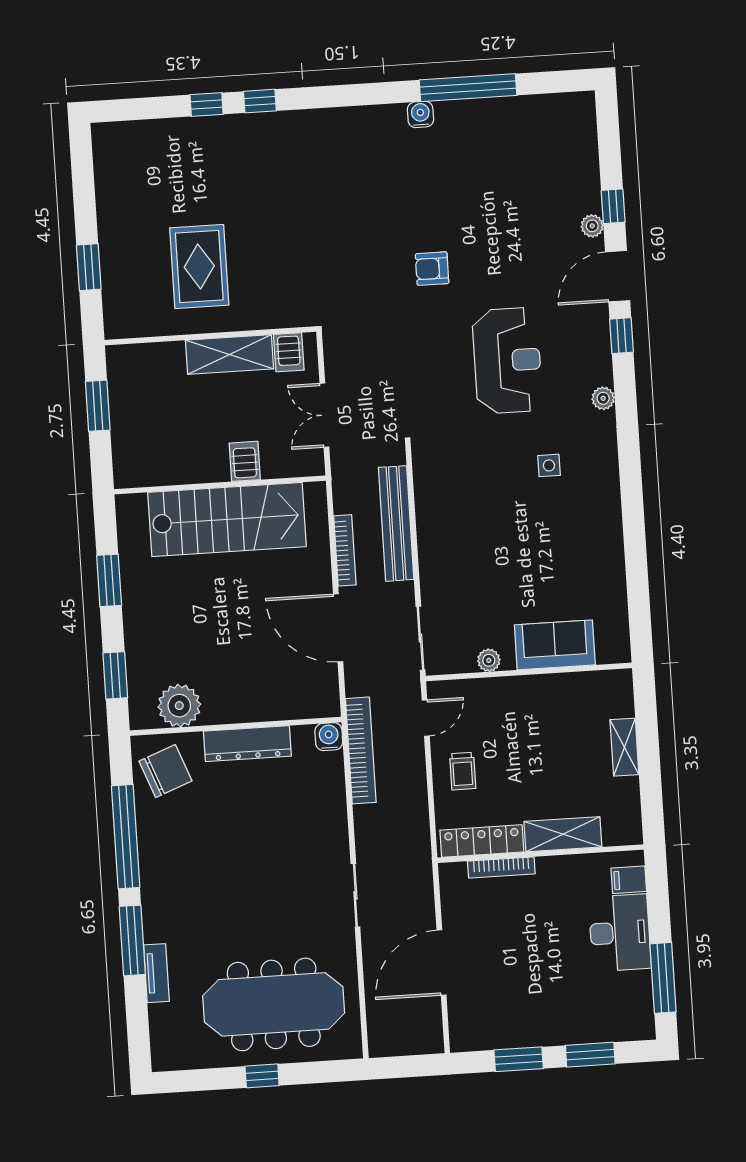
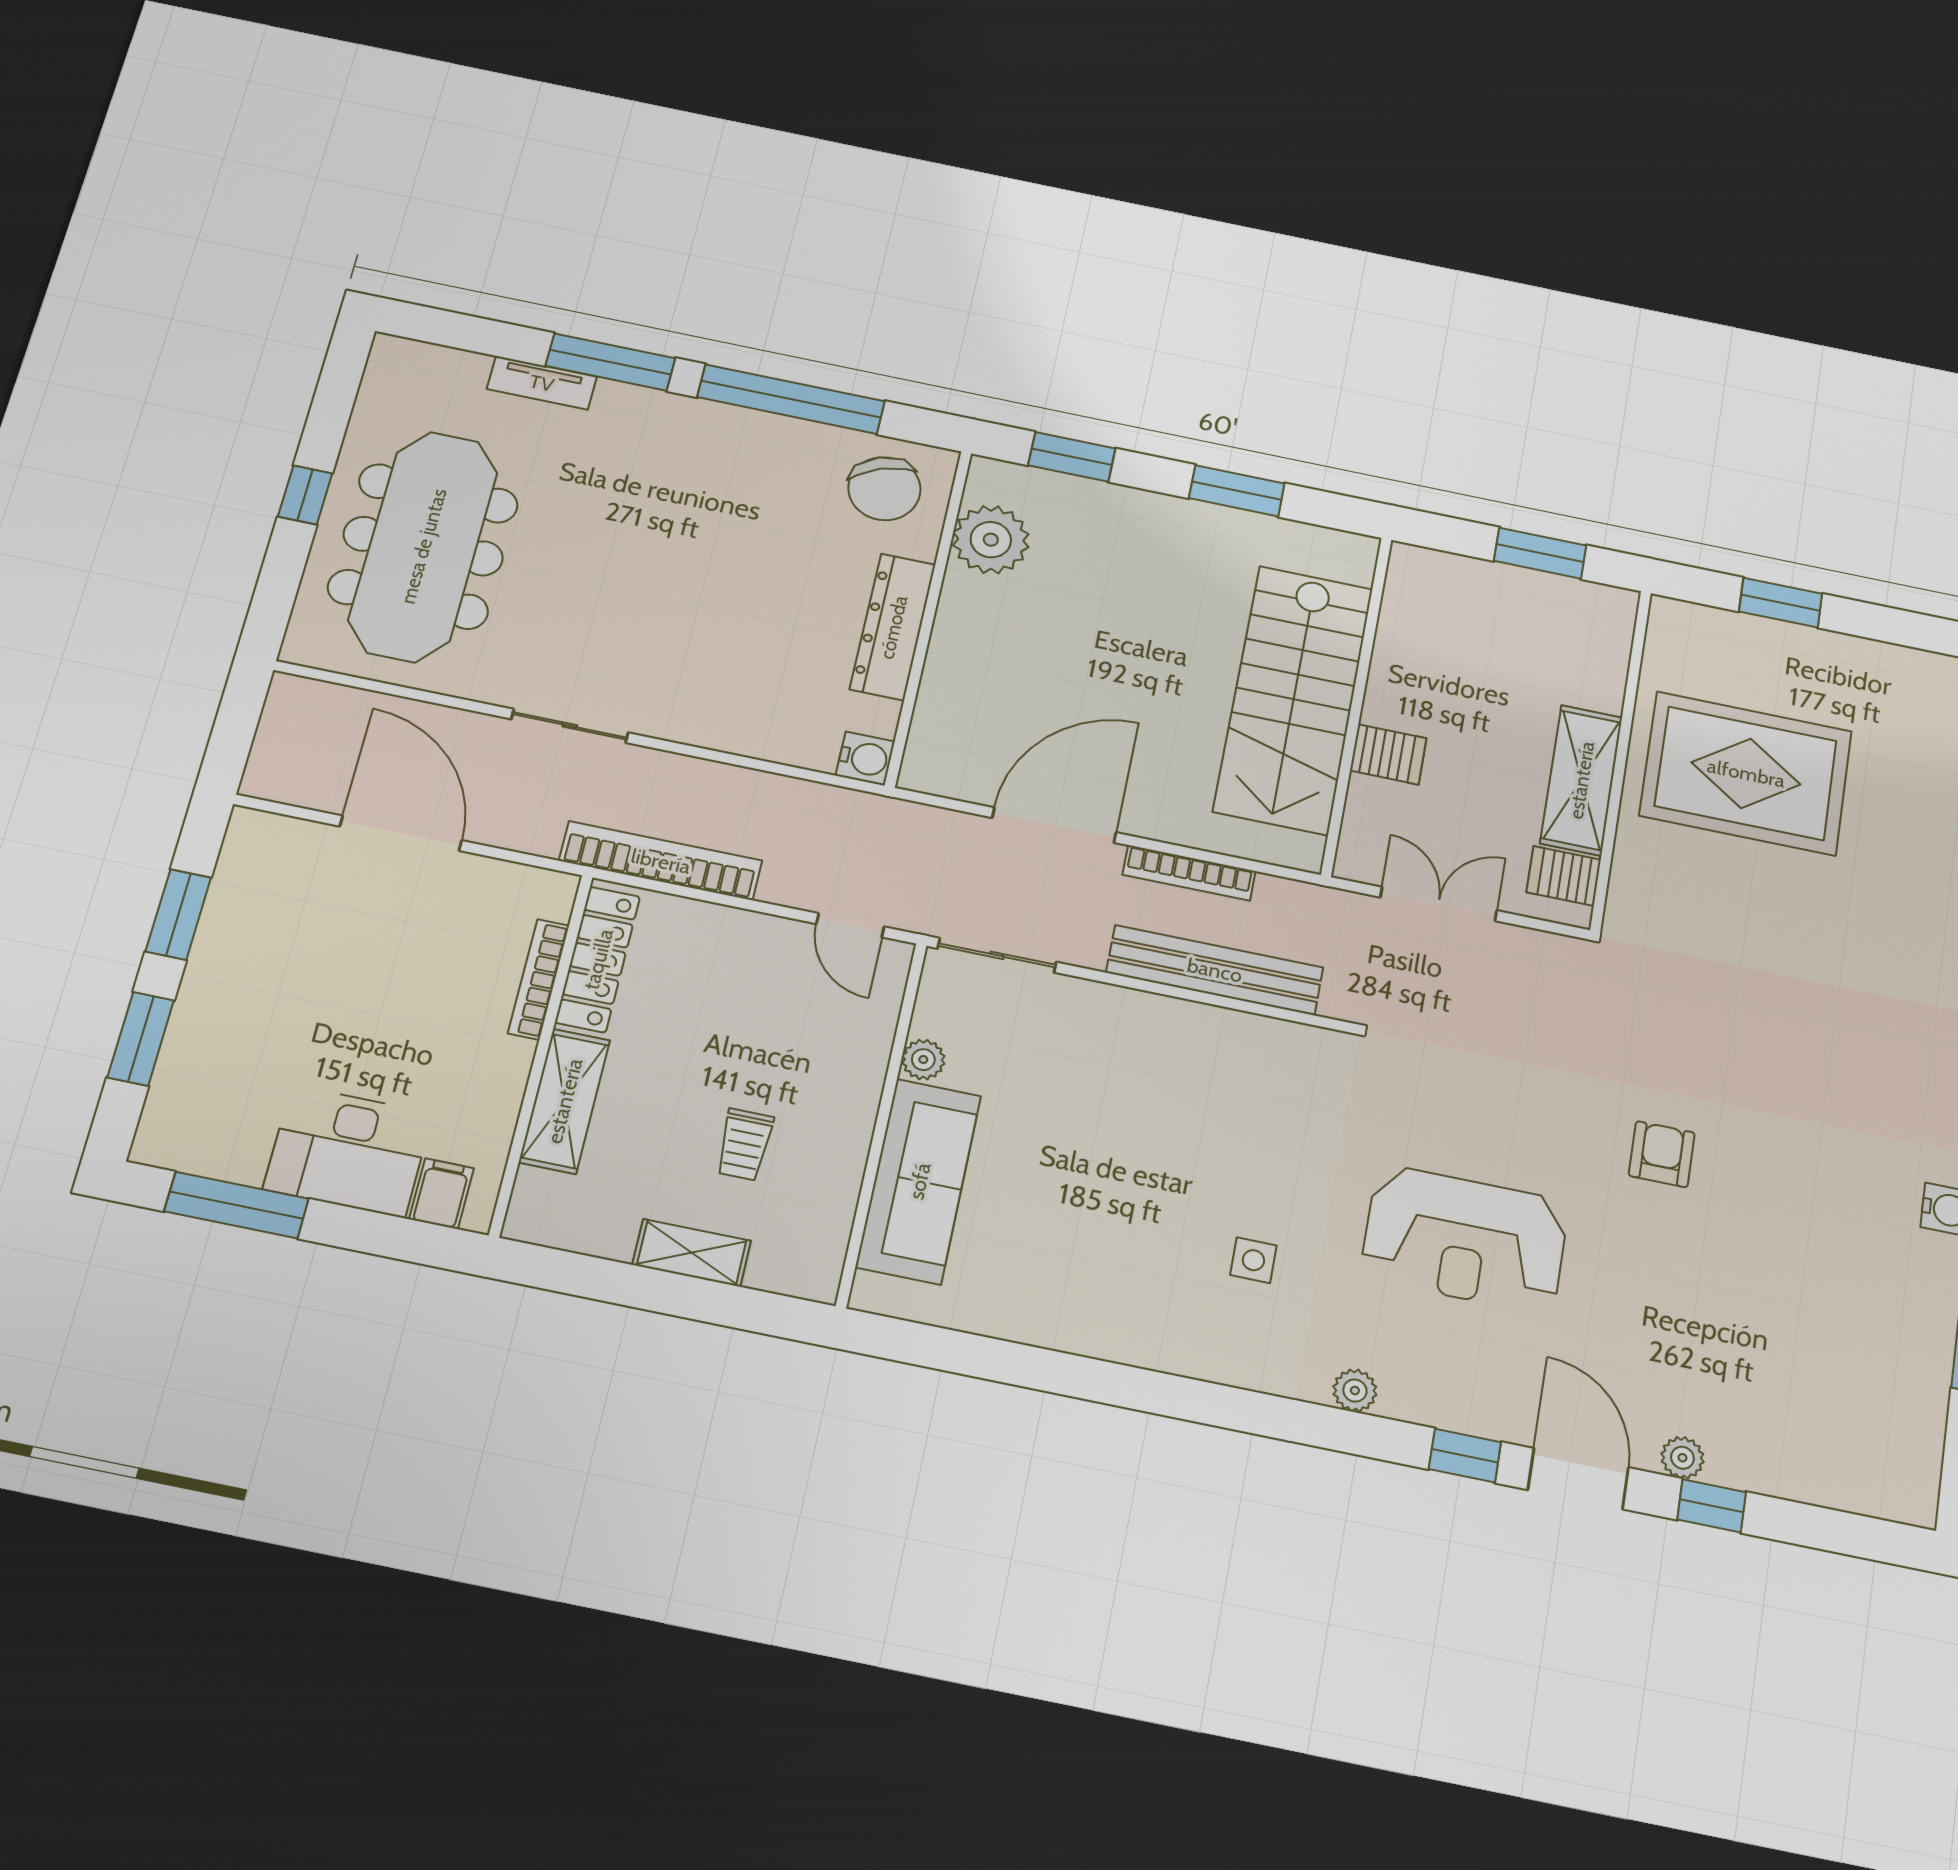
rug: (199, 267) -> (1746, 773), width x1.37, depth x1.44
sofa: (555, 645) -> (919, 1181), width x1.36
bookcase: (361, 750) -> (661, 861), moved, turned 180
trolley: (463, 771) -> (744, 1145), moved, turned -90

